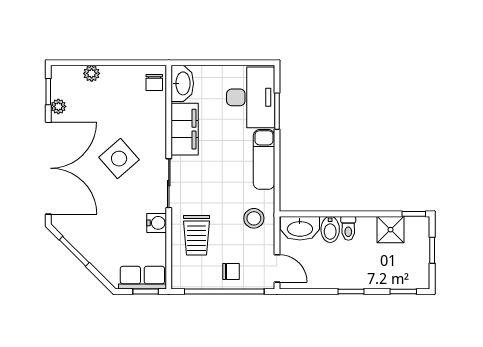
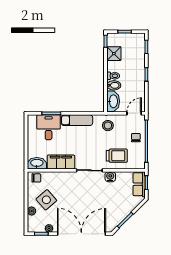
desk: (251, 97) -> (49, 127), width x0.73
side table: (119, 159) -> (46, 200), moved

